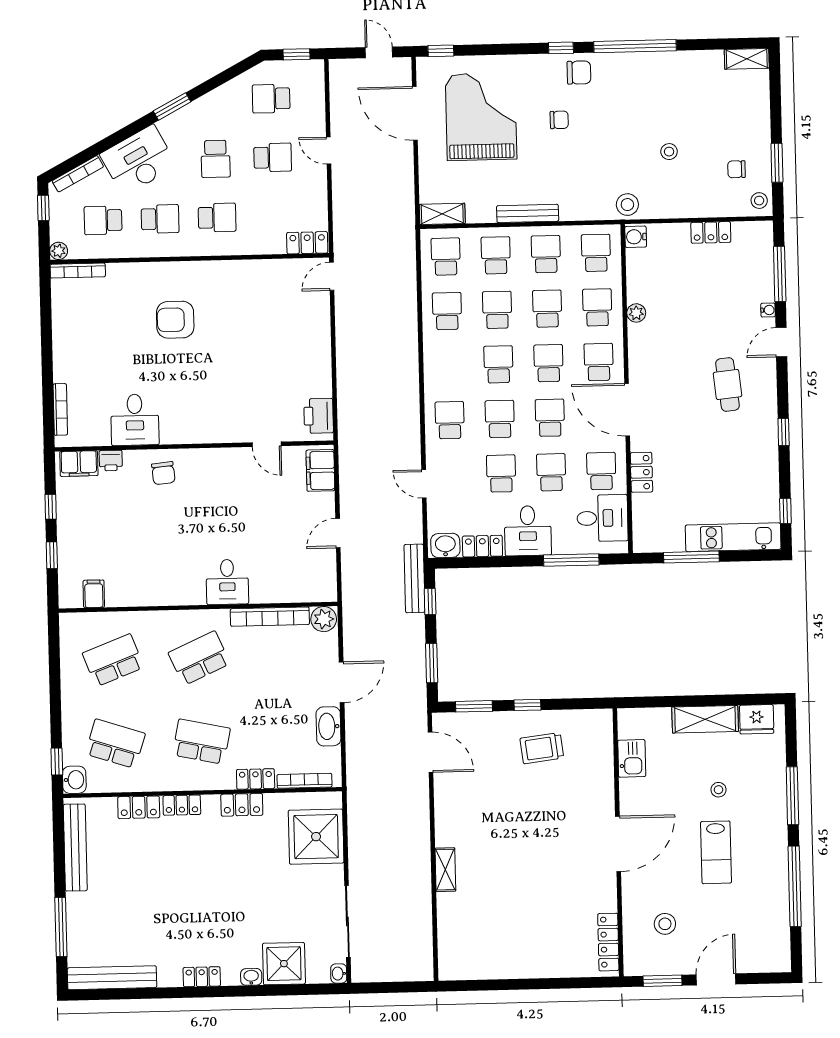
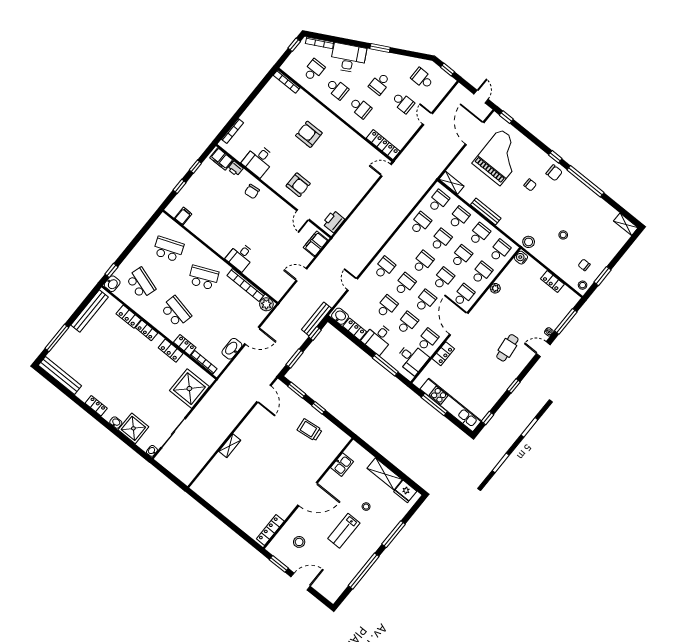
school desk: (103, 220) -> (314, 70), turned 90
locker: (307, 243) -> (383, 145), width x1.53
plant: (59, 251) -> (286, 67), removed
armchair: (222, 406) -> (298, 185), added
kitchen unit: (733, 537) -> (451, 405), width x1.36

